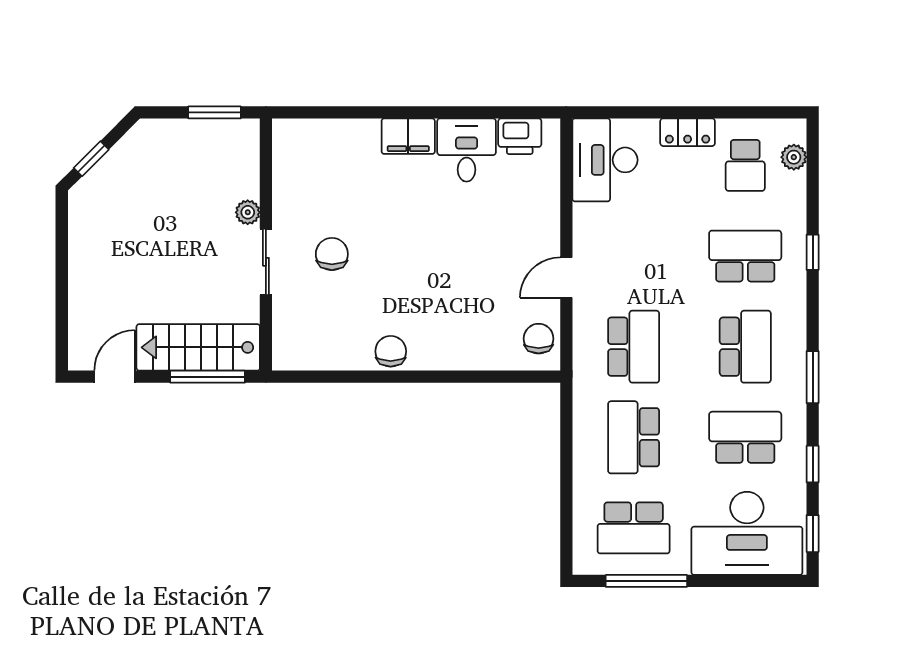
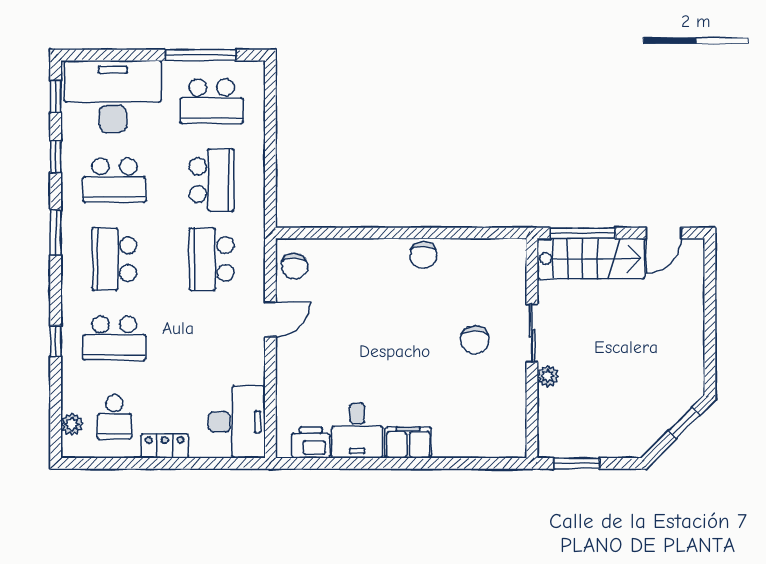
school desk: (745, 165) -> (114, 417), turned 180
school desk: (634, 528) -> (212, 101), turned 180

